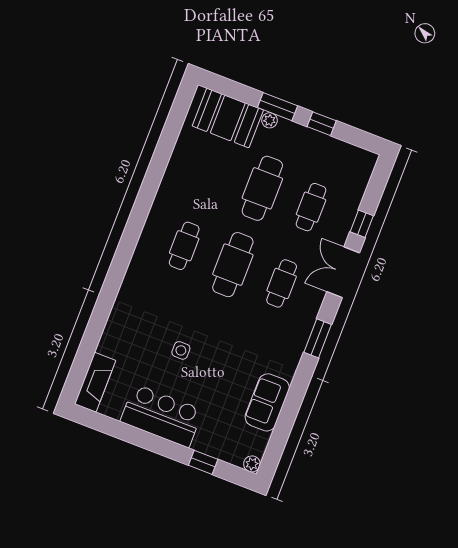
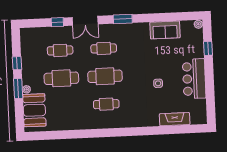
fireplace: (95, 382) -> (175, 119), moved

